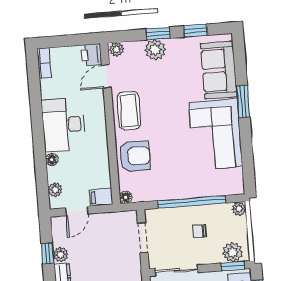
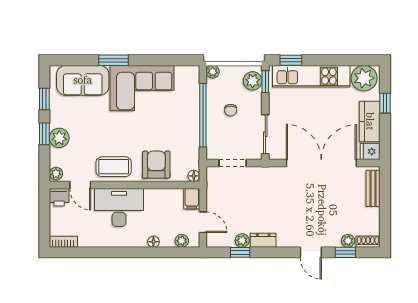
desk: (64, 125) -> (119, 207), moved, turned 180

